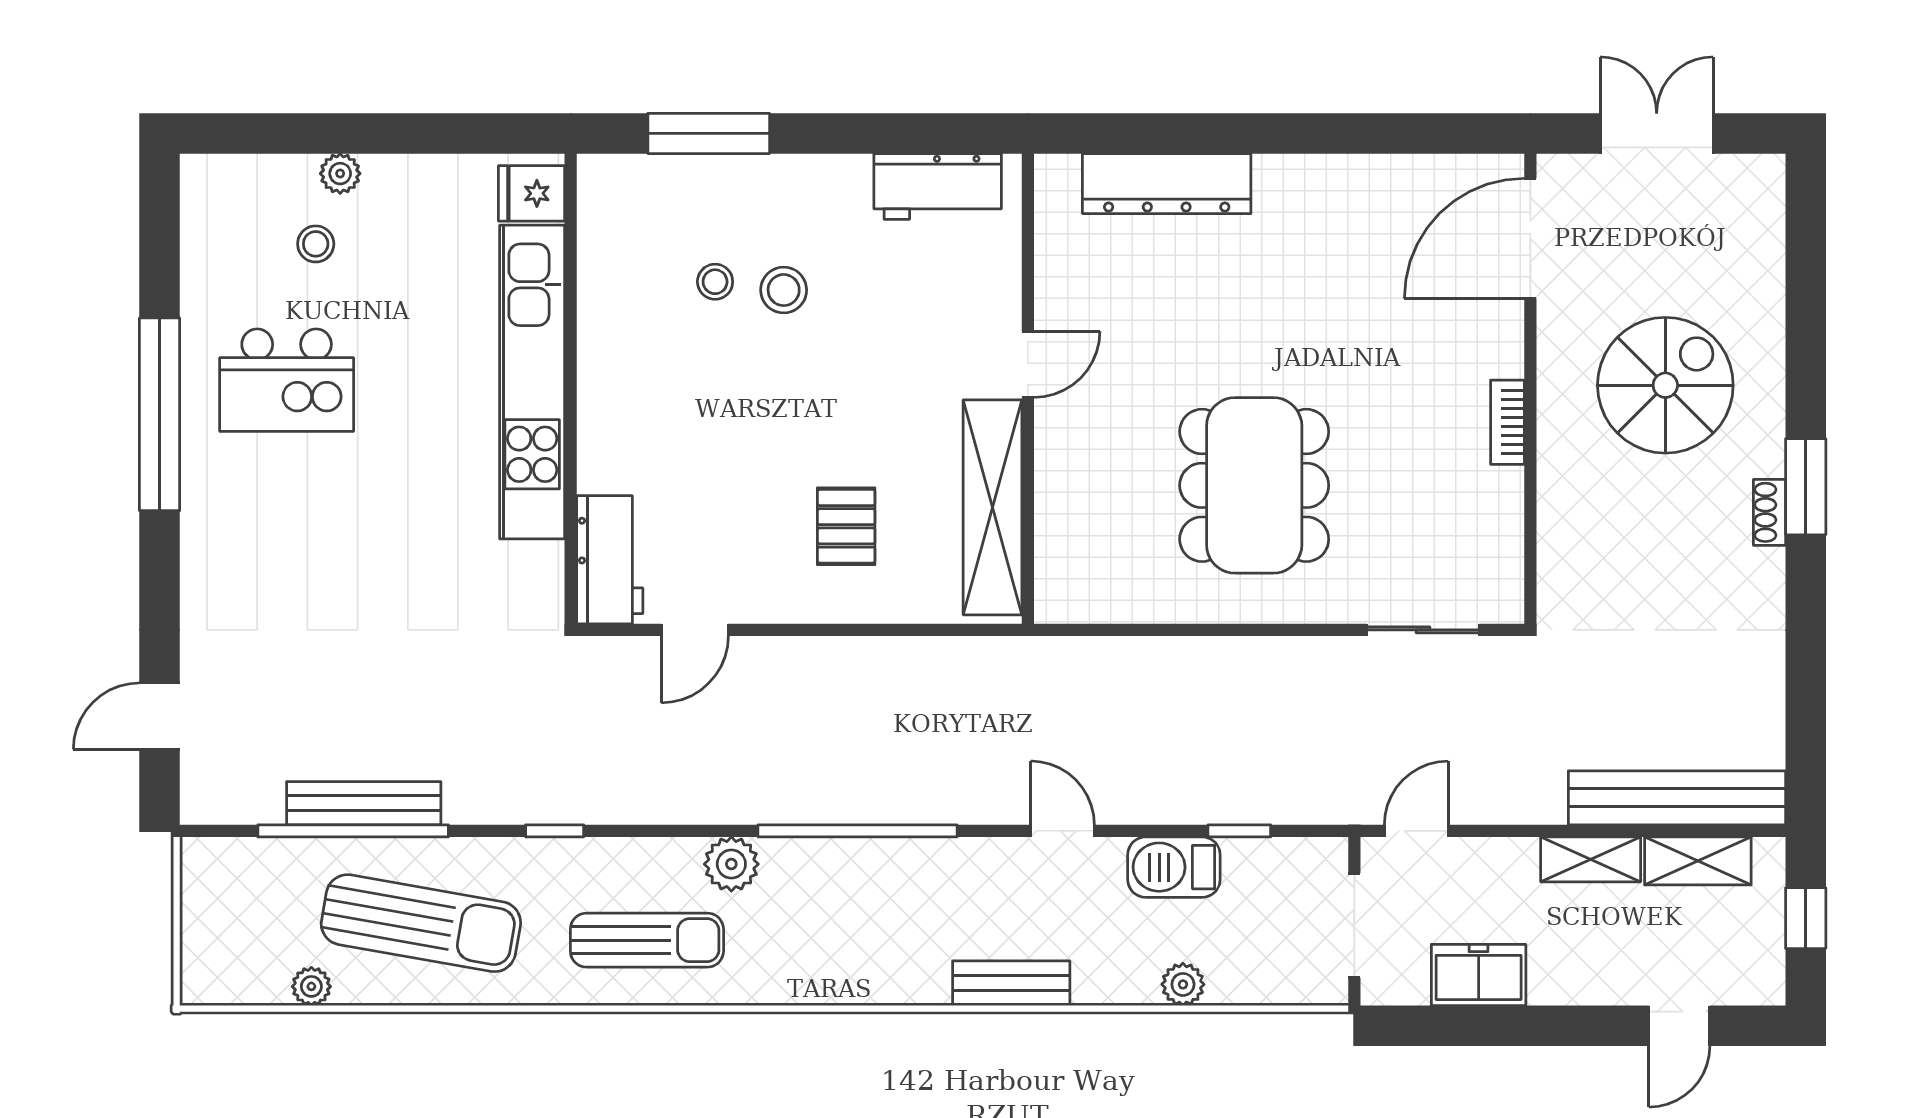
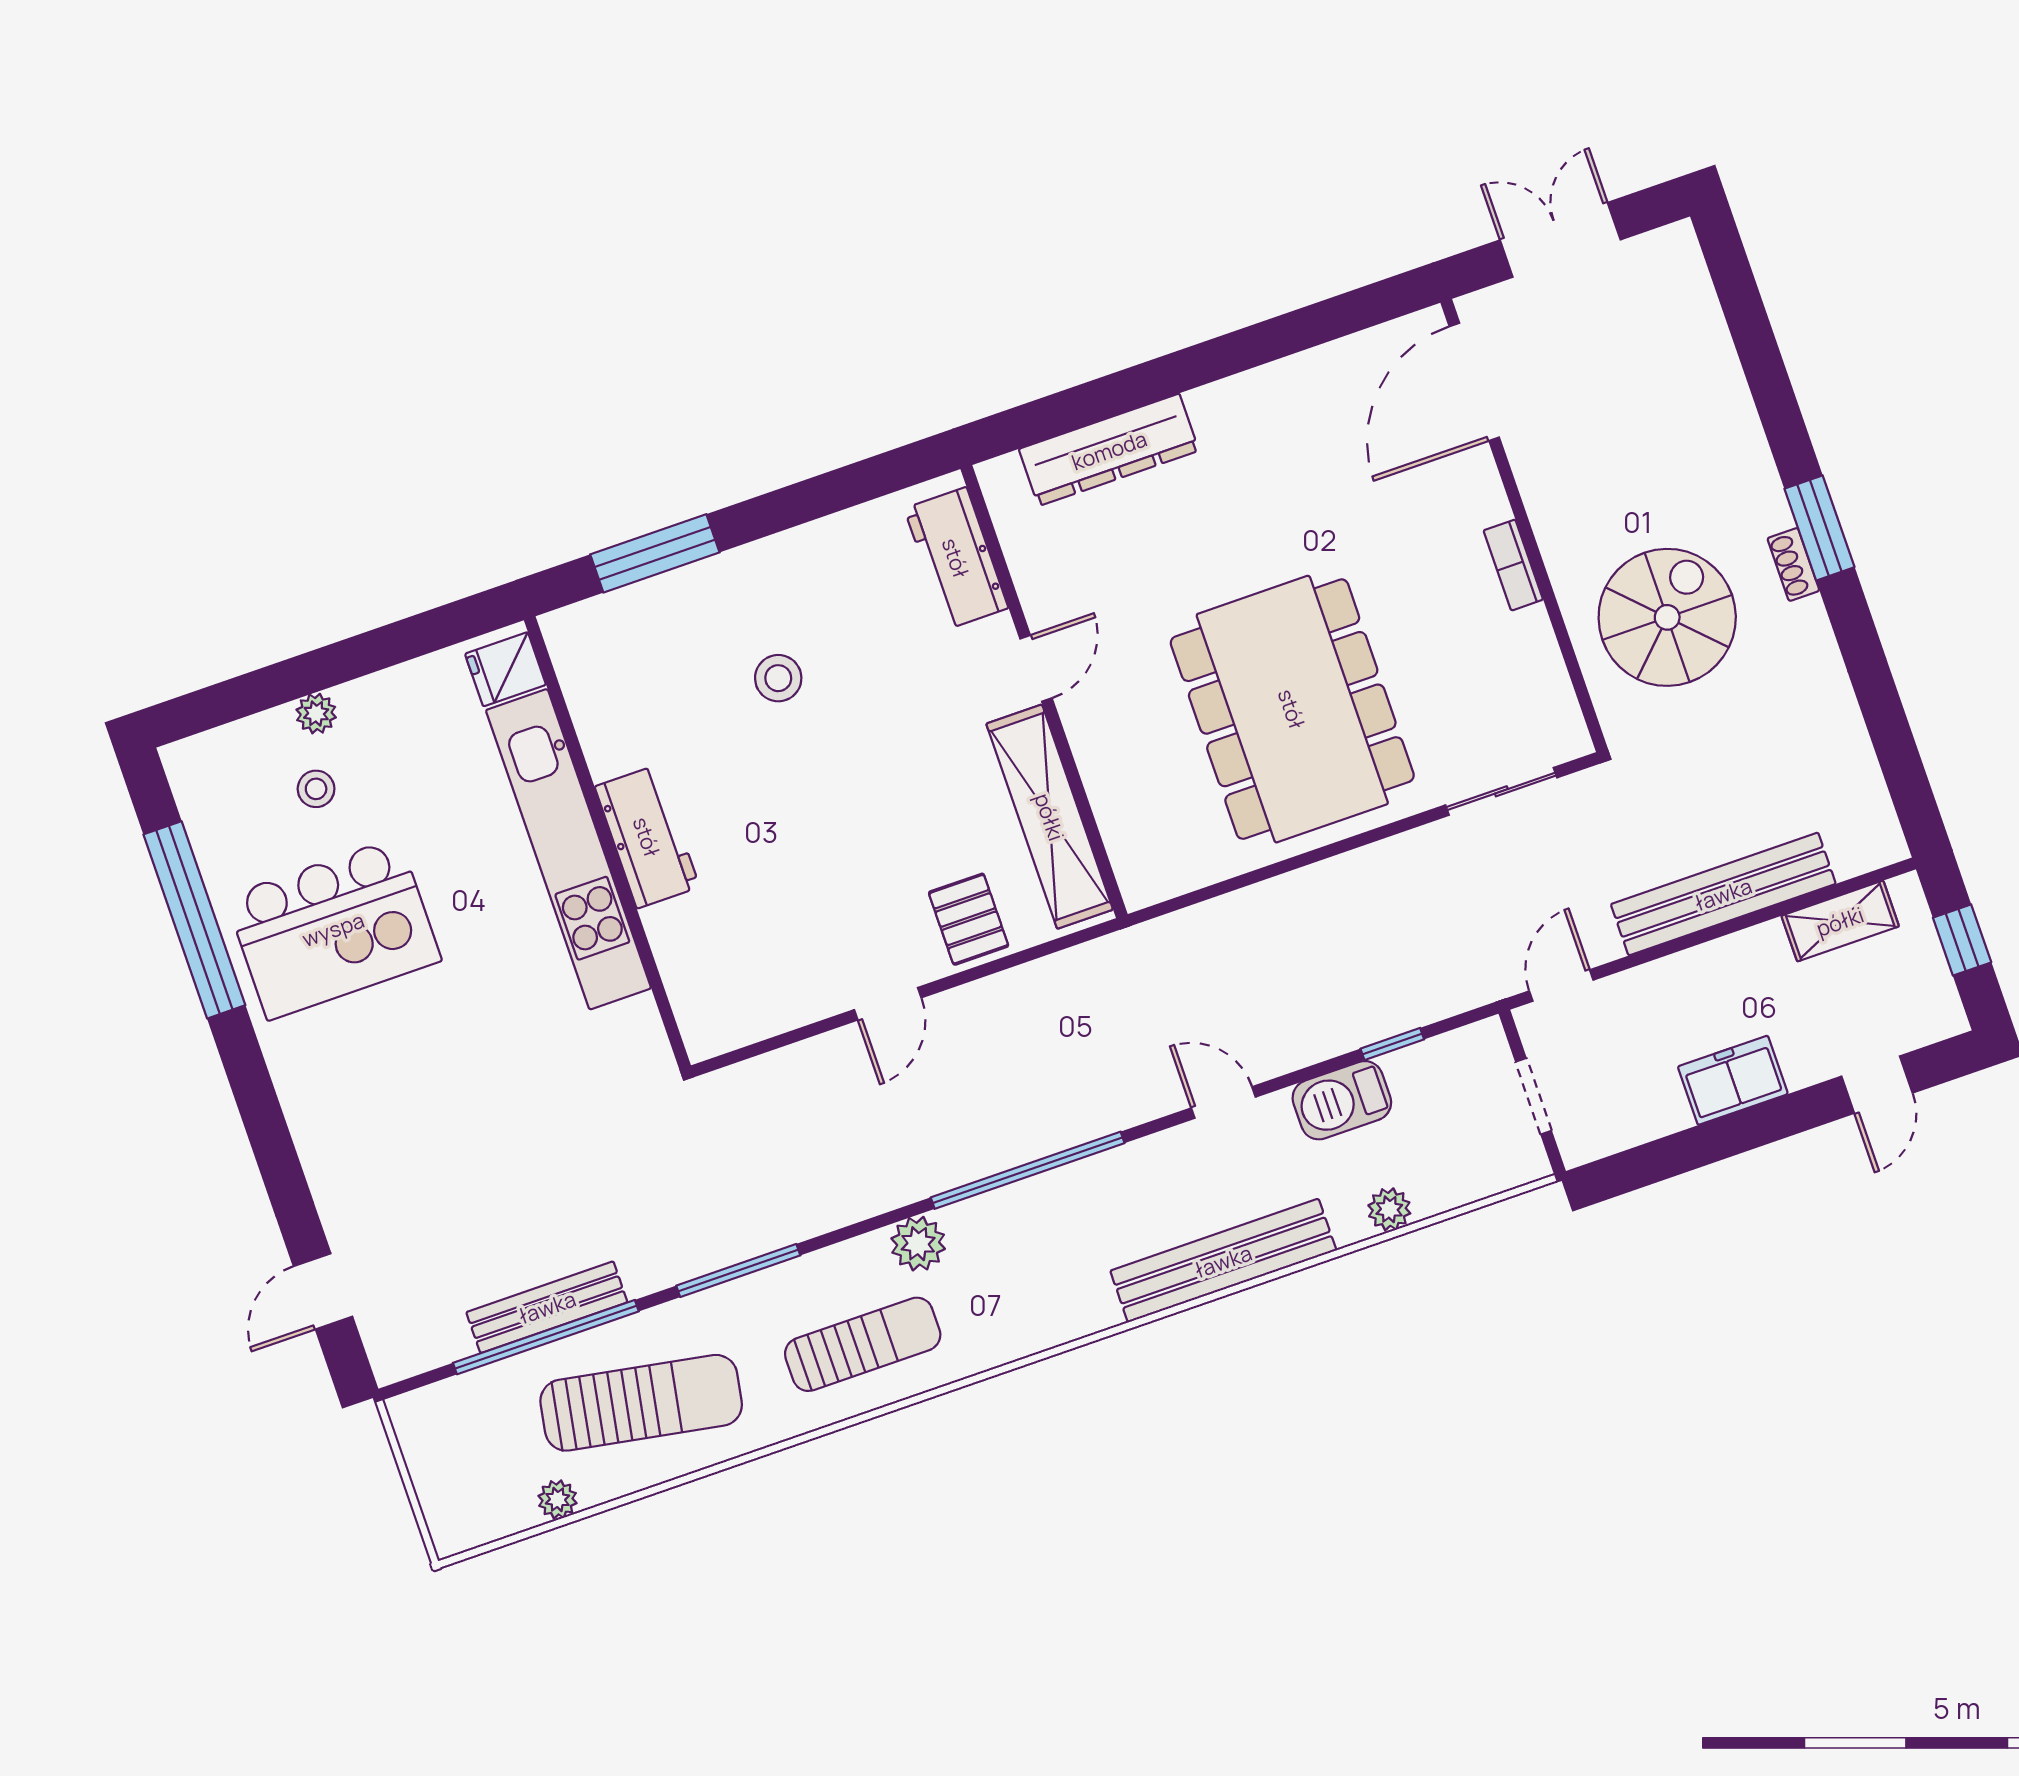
workbench: (938, 186) -> (956, 558), moved, turned 90
stool: (715, 282) -> (710, 693), removed
kitchen island: (287, 380) -> (333, 929), width x1.37, depth x1.28
spiral stairs: (1665, 385) -> (1667, 617), moved
window: (160, 414) -> (194, 920), moved
dining table: (1254, 485) -> (1292, 709), width x1.36, depth x1.24
pallet: (846, 526) -> (969, 919), moved
workbench: (610, 560) -> (647, 837), moved
door: (695, 630) -> (888, 1004), moved
bench: (1677, 798) -> (1723, 894), moved
window: (555, 831) -> (738, 1270), width x2.17
shelving: (1591, 859) -> (1737, 955), removed
doorway: (1354, 925) -> (1534, 1096), width x0.73
freezer: (1479, 975) -> (1733, 1080), moved
bench: (1011, 983) -> (1223, 1261), width x1.86, depth x1.21

